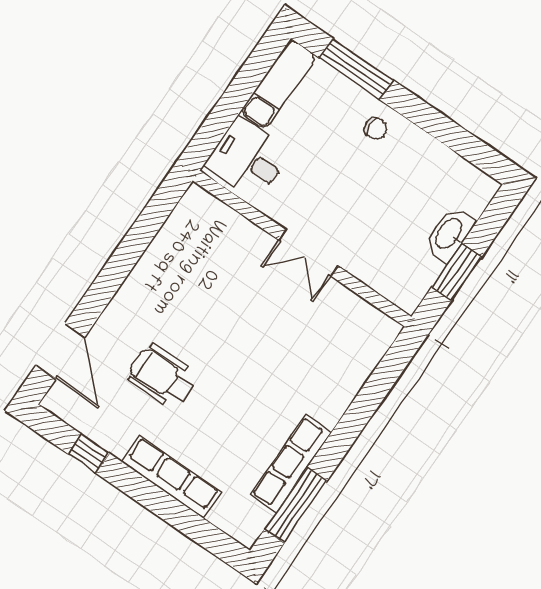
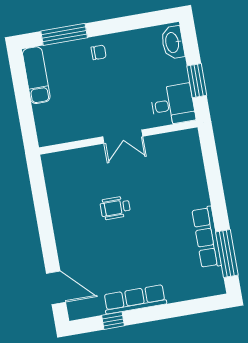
desk: (248, 159) -> (173, 105), moved, turned 180
washbasin: (449, 234) -> (173, 43), moved
wheelchair: (162, 377) -> (115, 208), moved, width x0.73, depth x0.73
row of seats: (171, 477) -> (135, 299), moved

